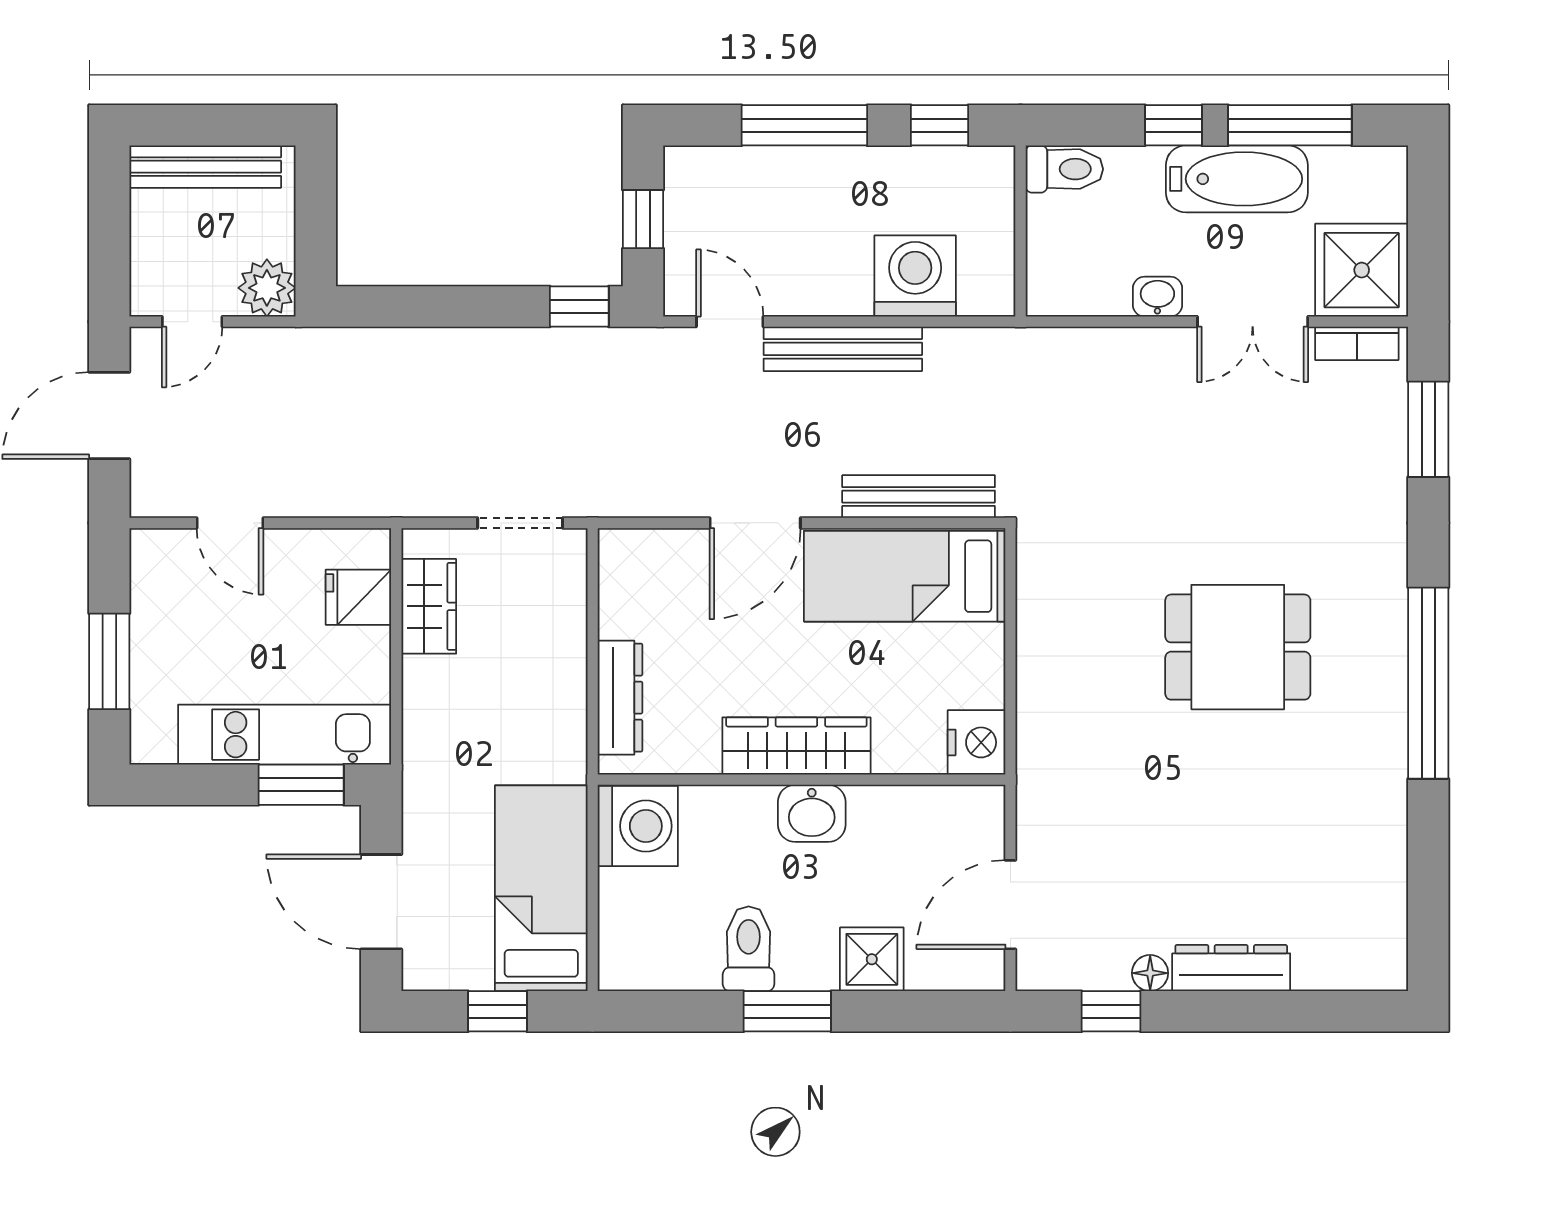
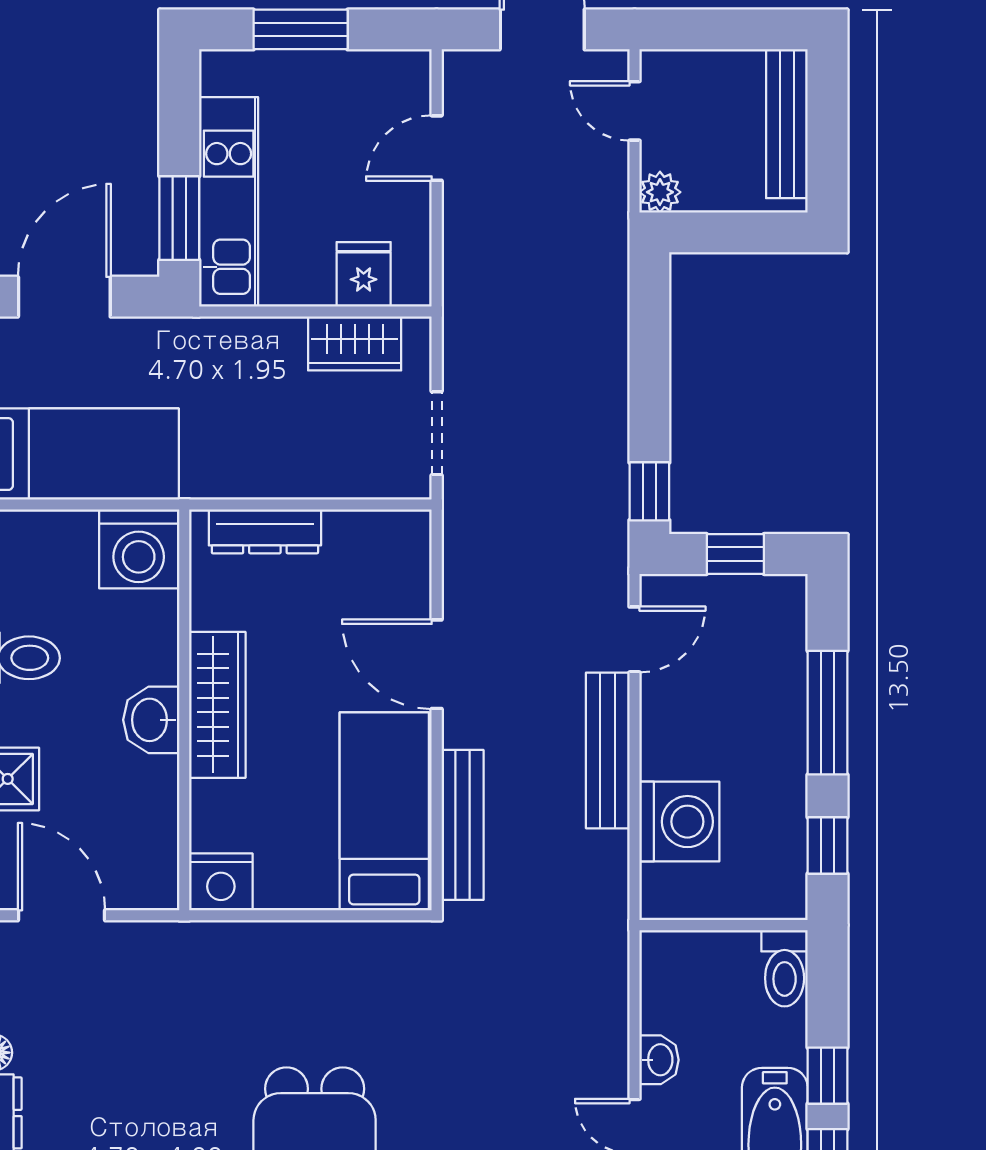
plant: (267, 288) -> (660, 192), width x0.73, depth x0.73

